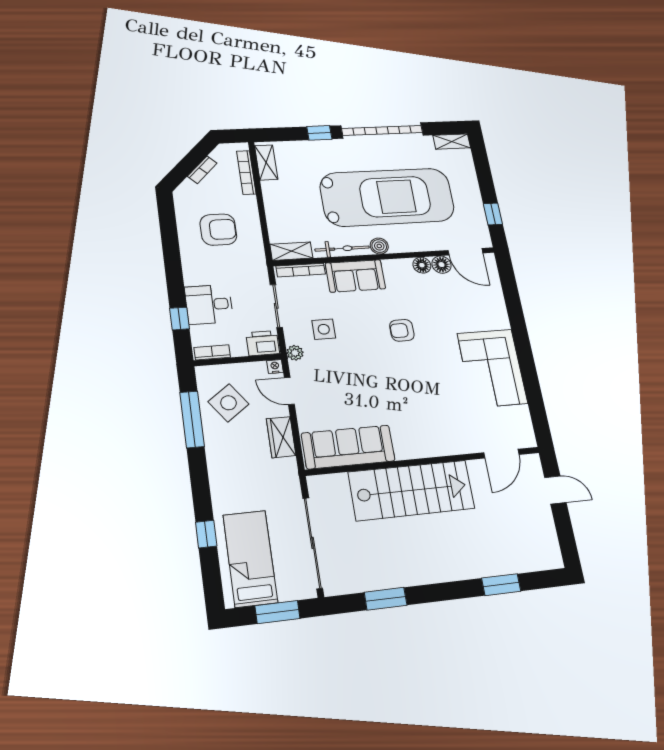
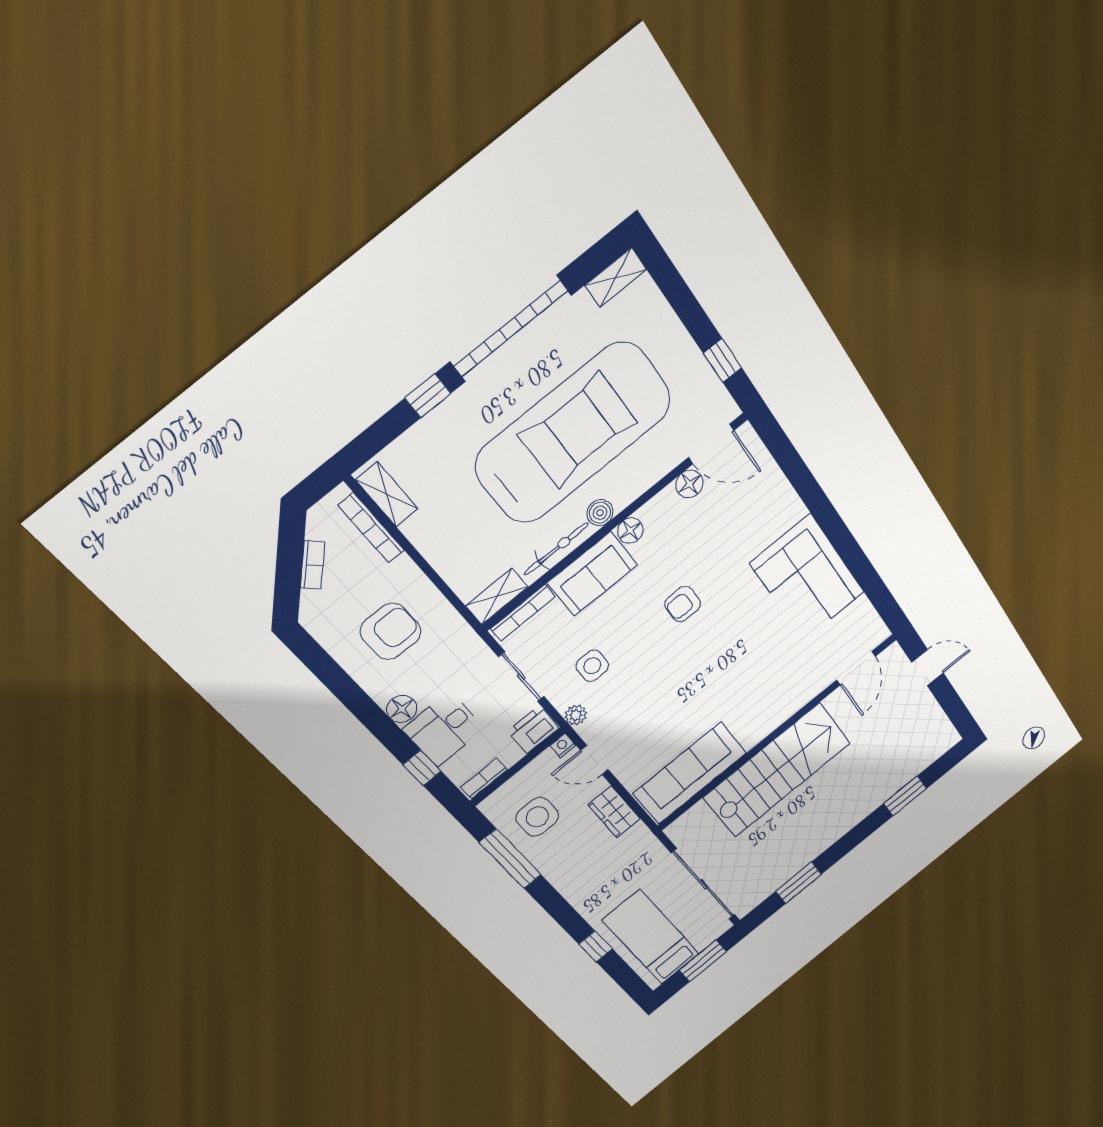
floor lamp: (422, 265) -> (630, 531), moved
floor lamp: (193, 276) -> (402, 709), added
side table: (229, 403) -> (537, 817), turned 36

